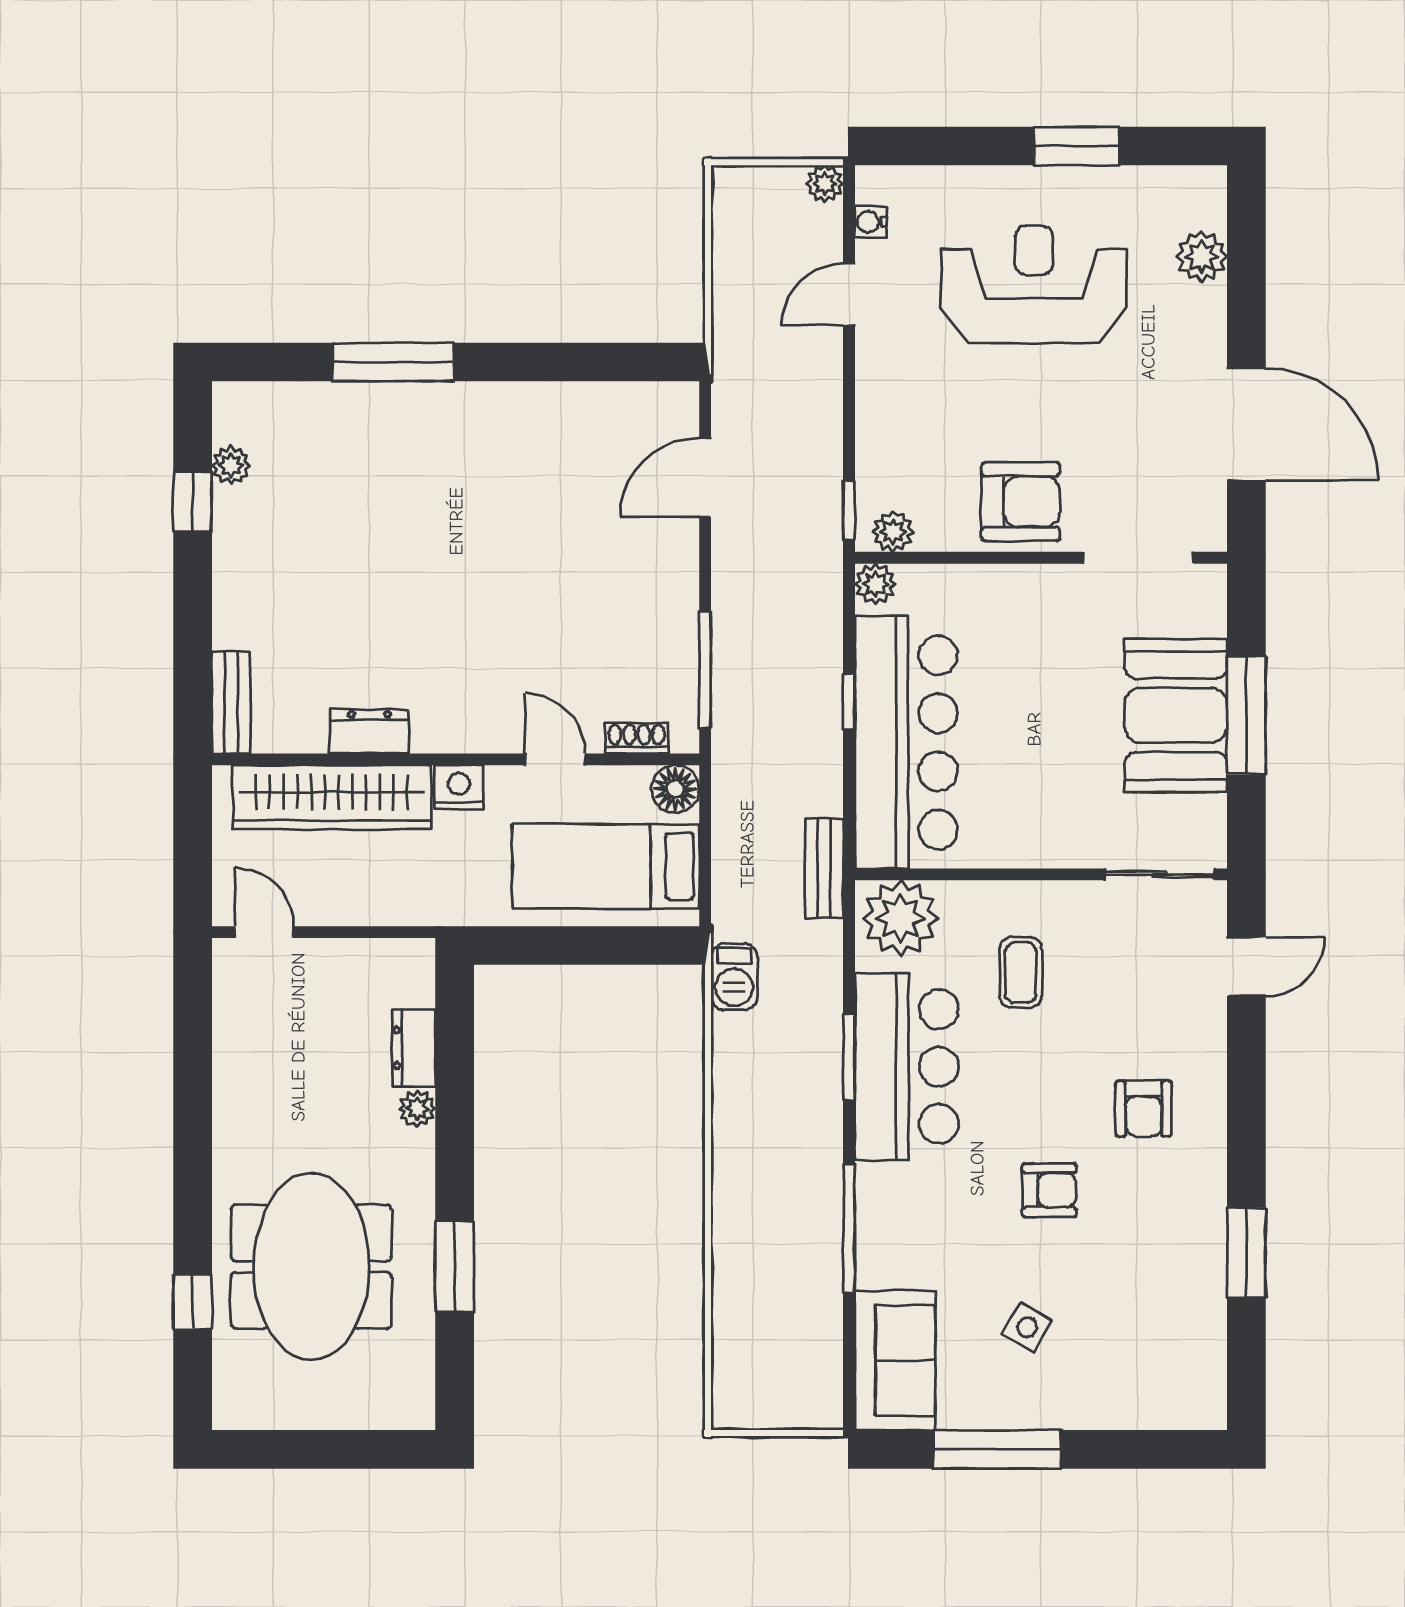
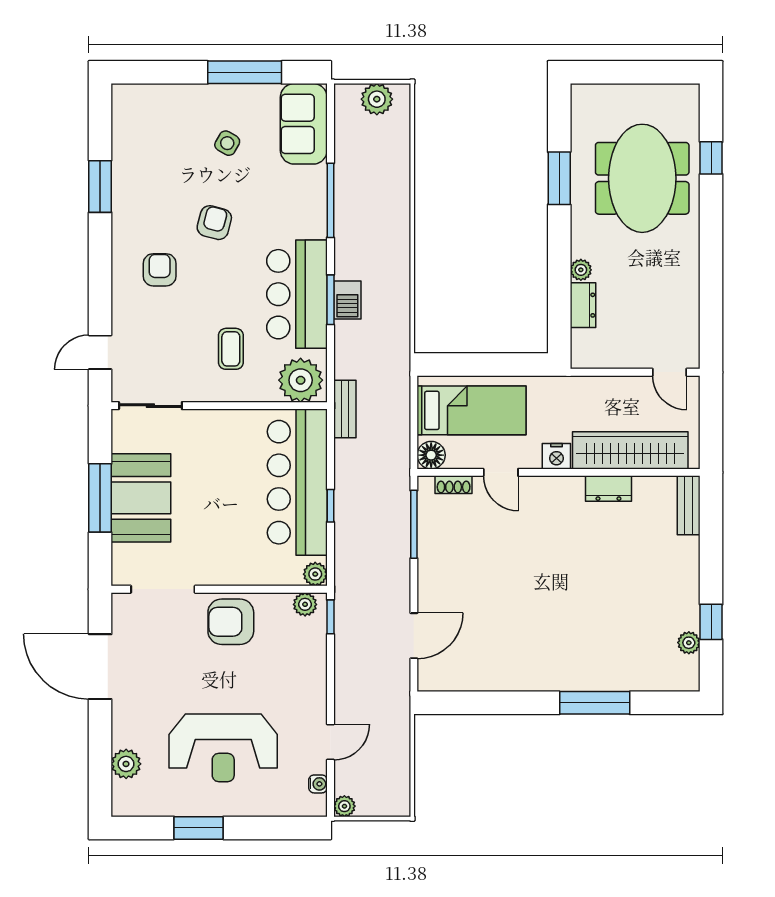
barbecue: (734, 977) -> (347, 300), moved, turned 180
armchair: (1049, 1190) -> (214, 223), turned 105
plant: (769, 1403) -> (377, 99), added

